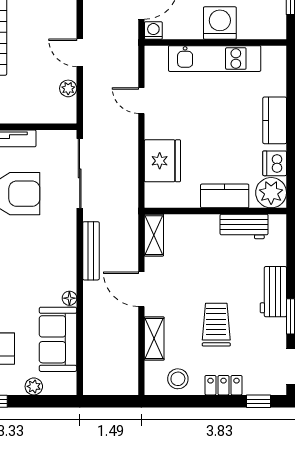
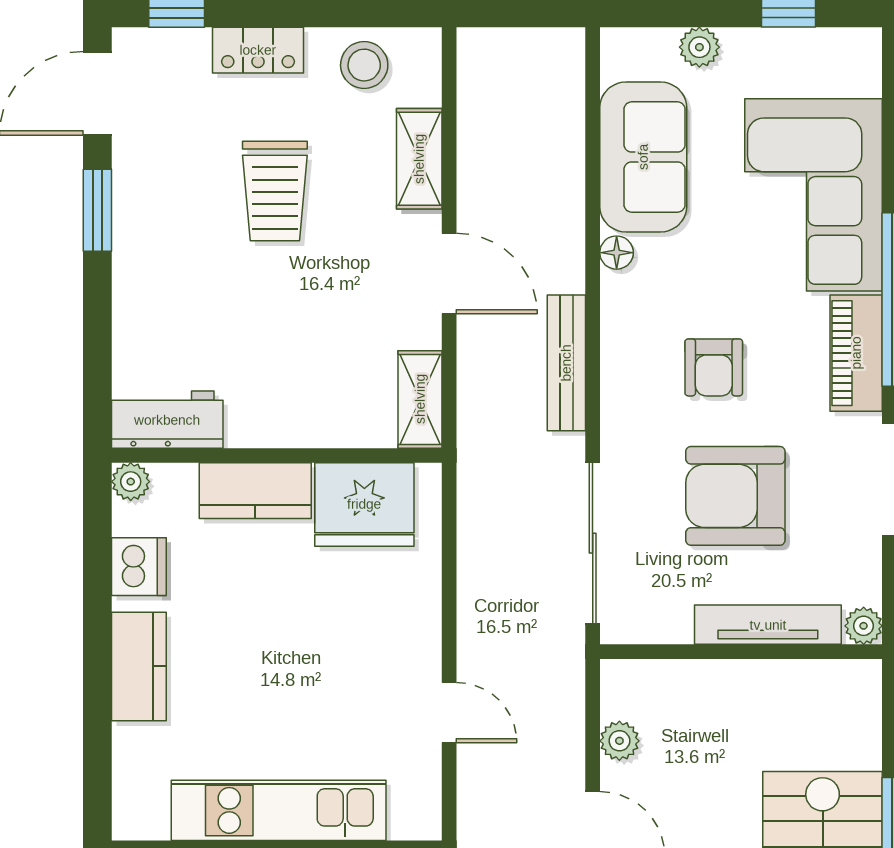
fridge: (162, 161) -> (364, 504), moved, turned -90
plant: (271, 193) -> (131, 482), width x0.53, depth x0.53
workbench: (244, 226) -> (167, 420), moved
armchair: (28, 249) -> (714, 367), added
workbench: (273, 292) -> (142, 268), removed

